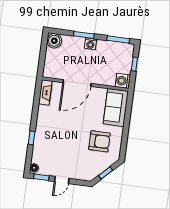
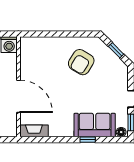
sofa: (116, 108) -> (95, 125), moved, turned 180
armchair: (99, 141) -> (81, 62), turned -149

